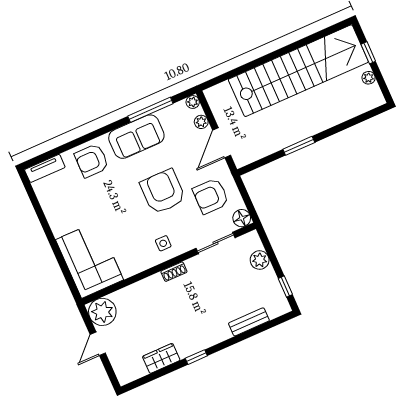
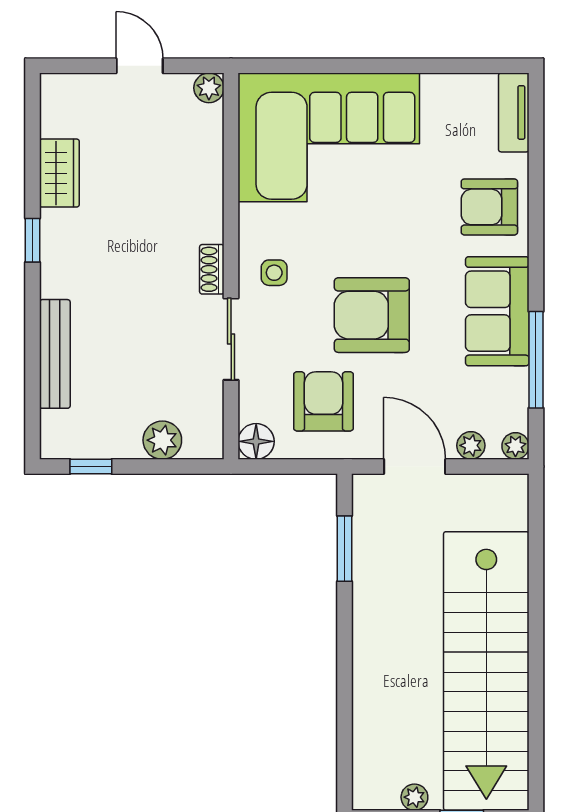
window: (299, 146) -> (344, 549), moved
armchair: (92, 161) -> (489, 207), turned -90
armchair: (163, 192) -> (372, 315), turned 180
sliding door: (216, 243) -> (231, 339), moved
corner sofa: (90, 260) -> (329, 137), width x1.36, depth x1.36
plant: (102, 312) -> (209, 88), width x0.53, depth x0.53
bench: (249, 322) -> (55, 354), width x1.36

